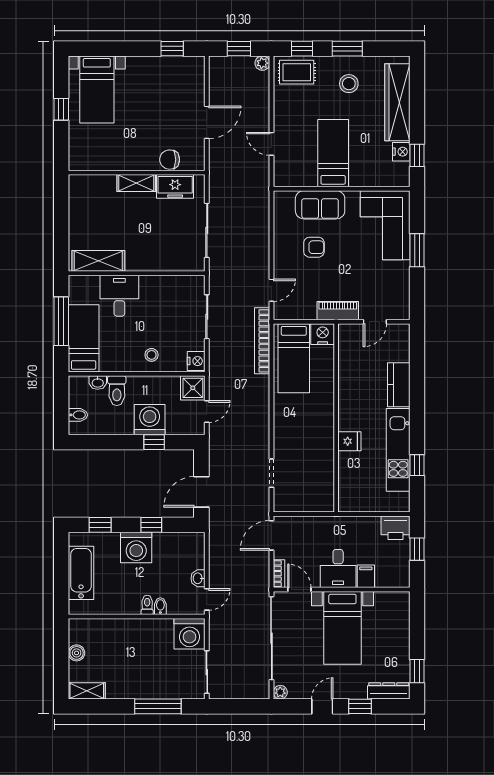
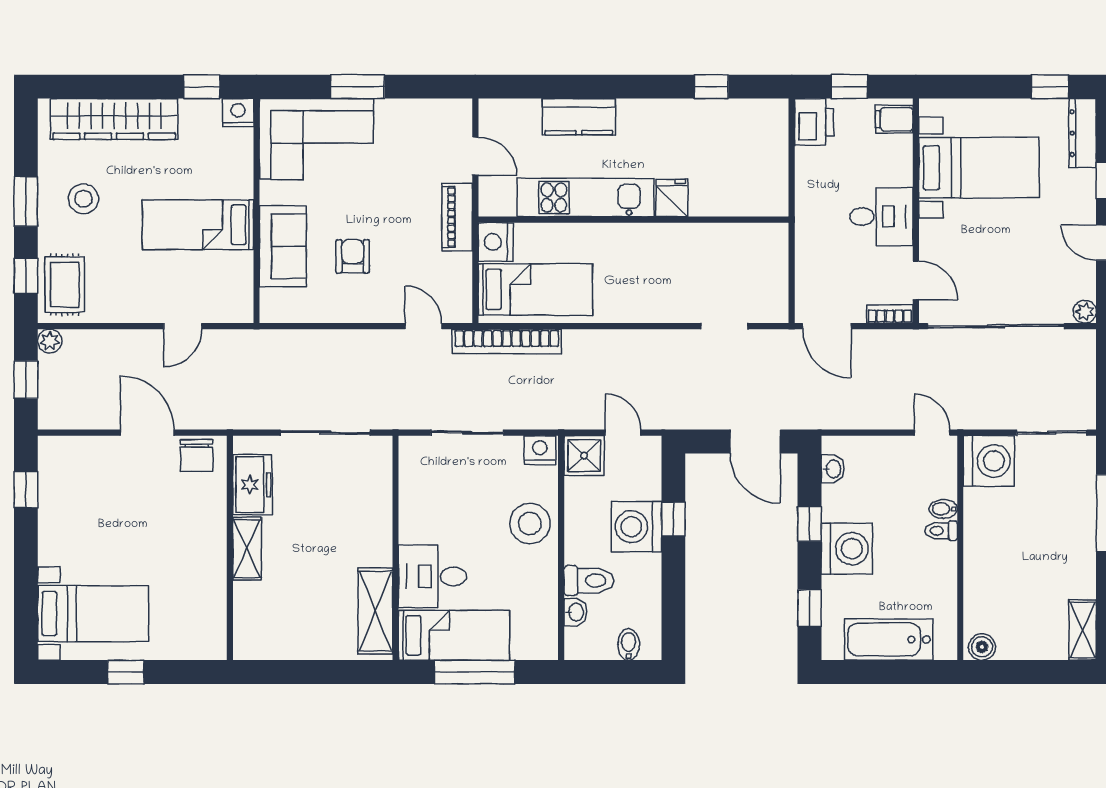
nightstand: (401, 152) -> (238, 113), moved
chair: (170, 160) -> (197, 455), moved
bed: (84, 338) -> (454, 635), moved, turned 180
stool: (152, 355) -> (530, 523), width x1.89, depth x1.89
kitchen unit: (398, 450) -> (585, 197), moved, turned 180
filing cabinet: (366, 576) -> (894, 119), moved
washbasin: (198, 578) -> (833, 469), moved, turned -90
door: (299, 590) -> (916, 280), swing flipped
bed with nightstands: (342, 628) -> (979, 168), moved
boiler: (77, 653) -> (982, 647), moved

